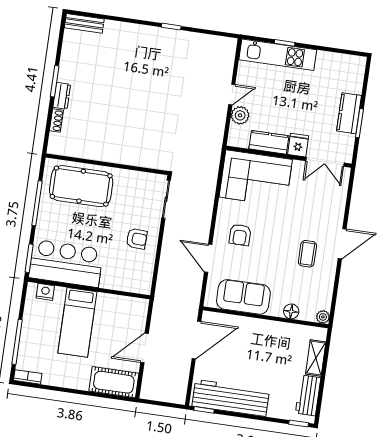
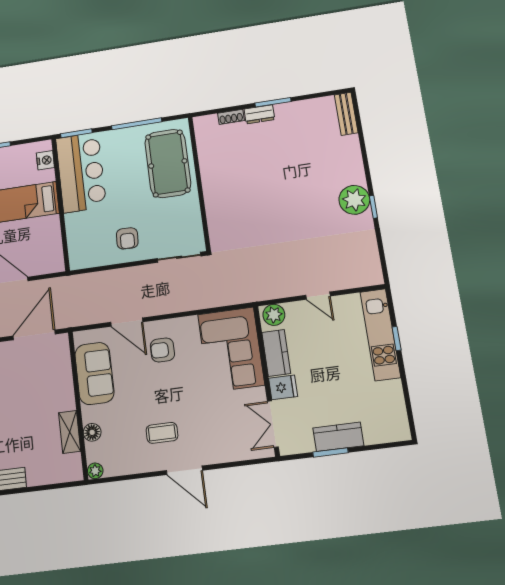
plant: (161, 40) -> (354, 200), added
plant: (240, 115) -> (274, 315), moved
door: (208, 258) -> (127, 322), swing flipped
door: (196, 340) -> (34, 335), swing flipped
shelving: (316, 358) -> (70, 432), moved, turned 90

